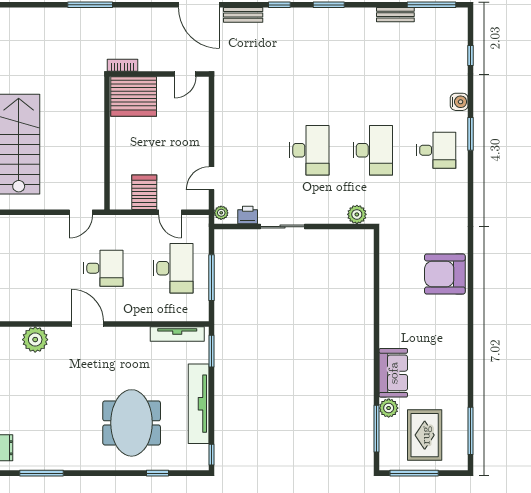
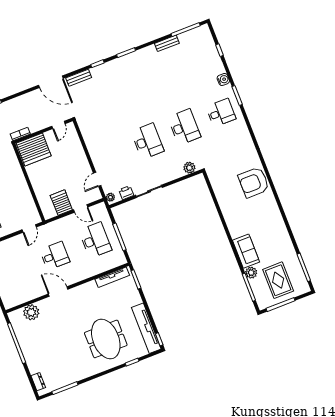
tv unit: (199, 404) -> (146, 328), moved

